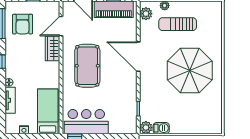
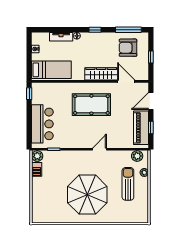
wardrobe: (52, 49) -> (101, 74), width x1.50
door: (138, 57) -> (99, 149), width x0.53
bar counter: (86, 122) -> (42, 124), moved

